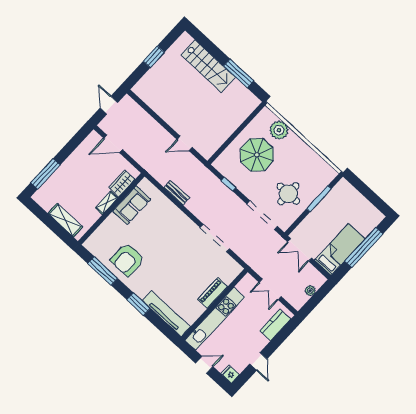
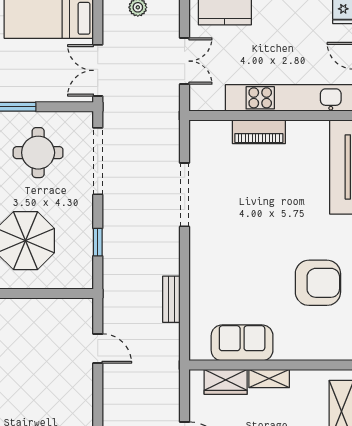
double door: (300, 250) -> (98, 70), swing flipped

